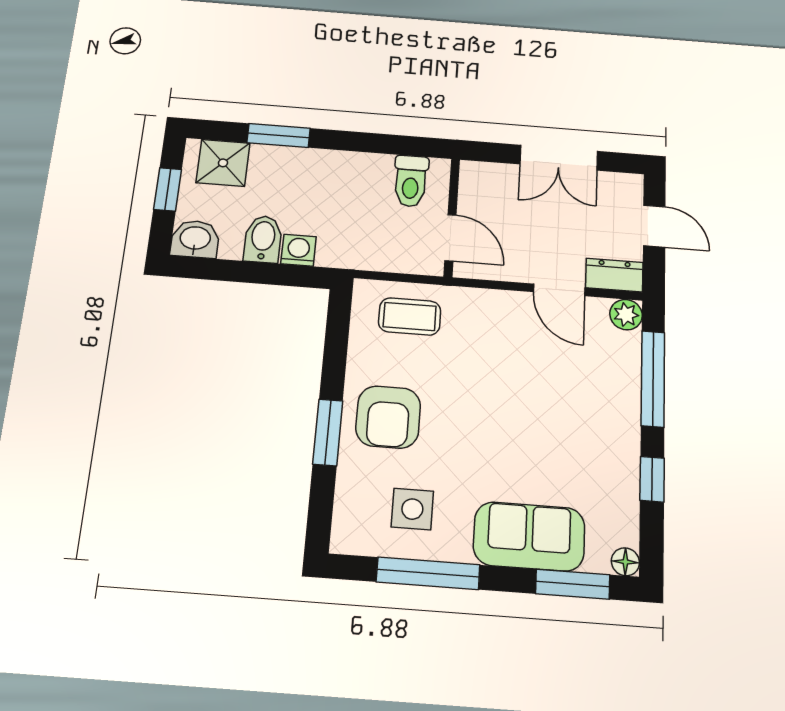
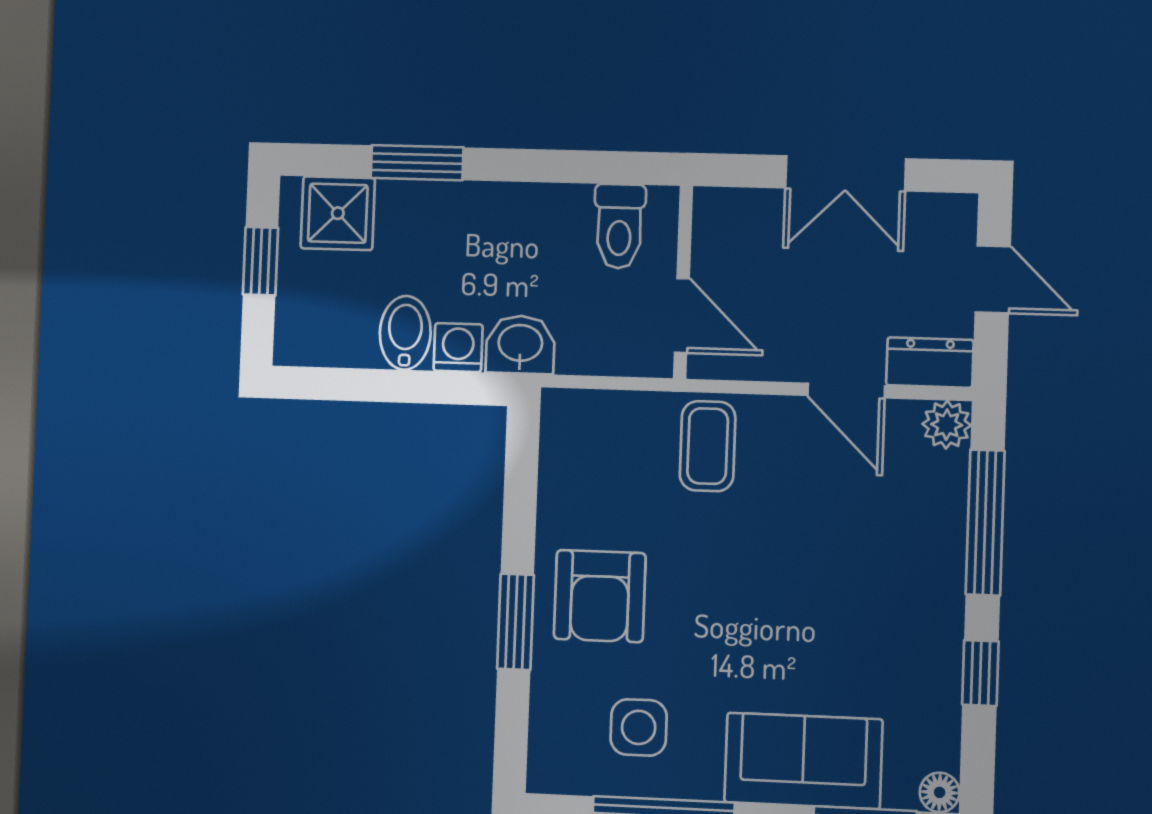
washbasin: (195, 239) -> (520, 345), moved
coffee table: (410, 317) -> (708, 446), moved, turned 90

